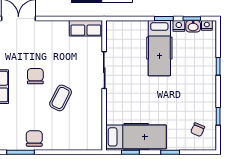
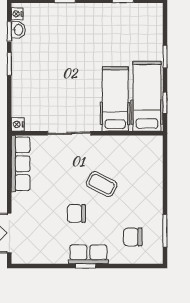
nightstand: (179, 26) -> (18, 124), moved
row of seats: (86, 28) -> (21, 164), width x1.48
hospital bed: (159, 48) -> (115, 99), moved, turned -90
chair: (198, 130) -> (139, 25), removed
chair: (34, 138) -> (133, 237), moved

